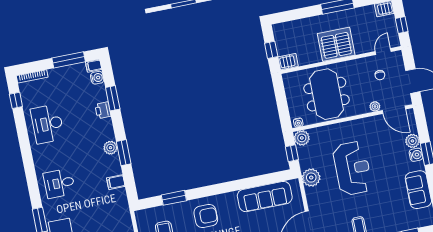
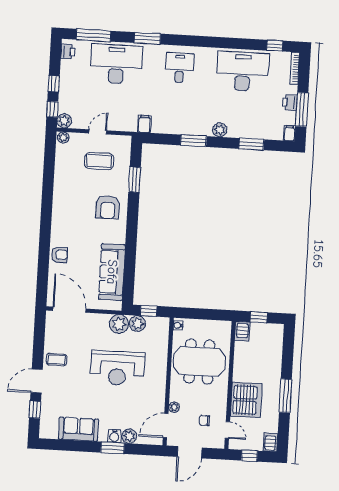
server rack: (336, 44) -> (246, 400), moved
water cooler: (97, 78) -> (276, 134), removed
printer: (103, 110) -> (290, 102), moved, turned -90
desk: (47, 124) -> (243, 71), width x1.36, depth x1.30
plant: (302, 138) -> (137, 324), moved
plant: (110, 148) -> (220, 130), moved
filing cabinet: (116, 182) -> (145, 124), moved

